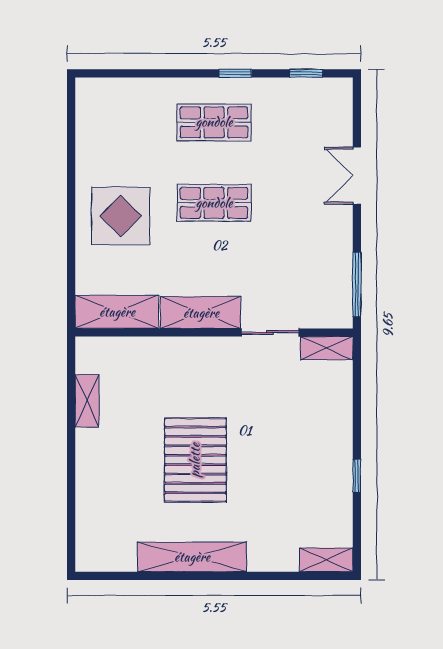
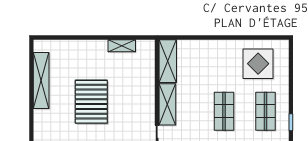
display table: (121, 216) -> (258, 64), moved
pallet: (195, 460) -> (91, 102), turned 90
shelving: (192, 557) -> (41, 81), moved

